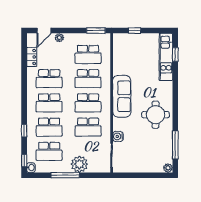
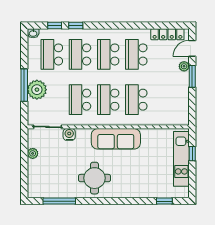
door: (44, 31) -> (192, 48), hinge flipped
window: (96, 31) -> (192, 76), moved
school desk: (88, 54) -> (164, 100), removed
locker: (32, 57) -> (167, 34), width x1.53
kitchen unit: (166, 57) -> (181, 159), moved, turned -90
window: (24, 161) -> (55, 25), moved
plant: (168, 168) -> (33, 153), moved
window: (65, 175) -> (24, 85), moved

